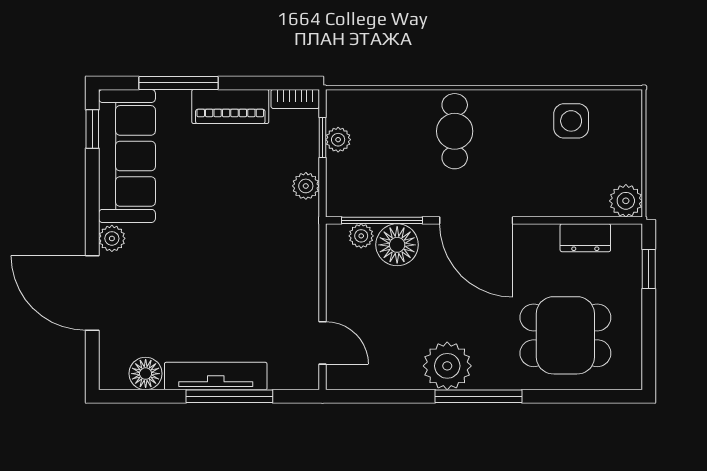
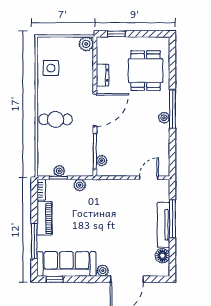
dresser: (585, 238) -> (102, 75), moved
floor lamp: (397, 245) -> (106, 145), removed
plant: (447, 366) -> (164, 118), width x0.53, depth x0.53

